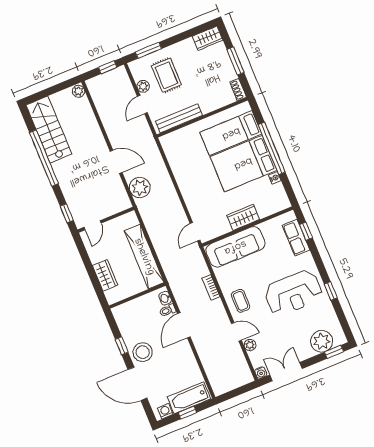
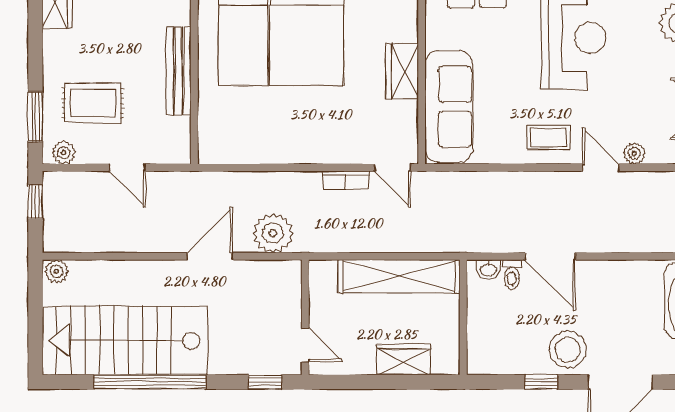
plant: (143, 86) -> (64, 153), moved
bench: (179, 118) -> (179, 71), moved
stairs: (49, 130) -> (125, 341), width x1.36, depth x1.51
bookcase: (211, 287) -> (346, 180), moved
door: (236, 332) -> (601, 168), hinge flipped

